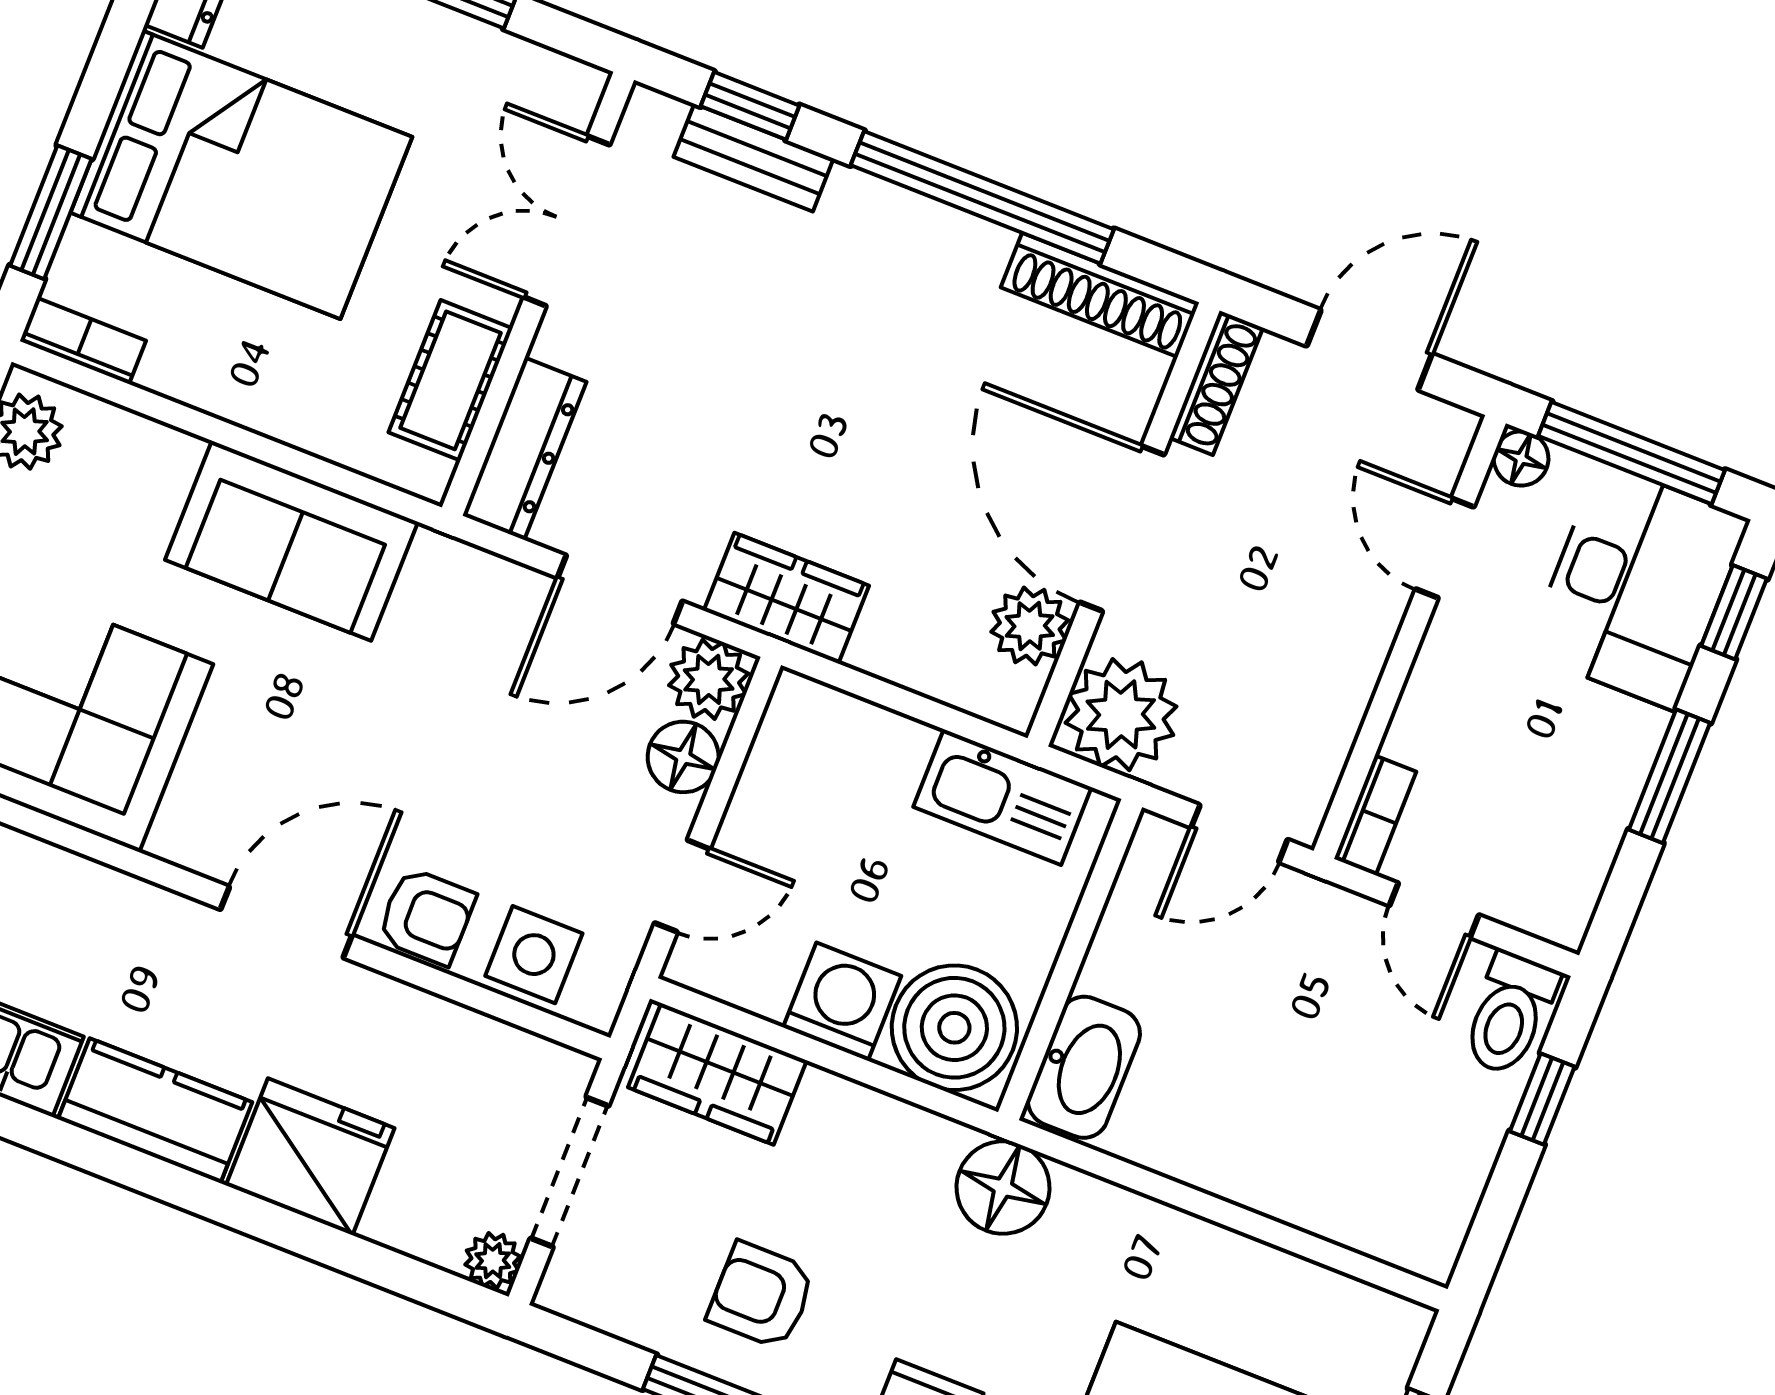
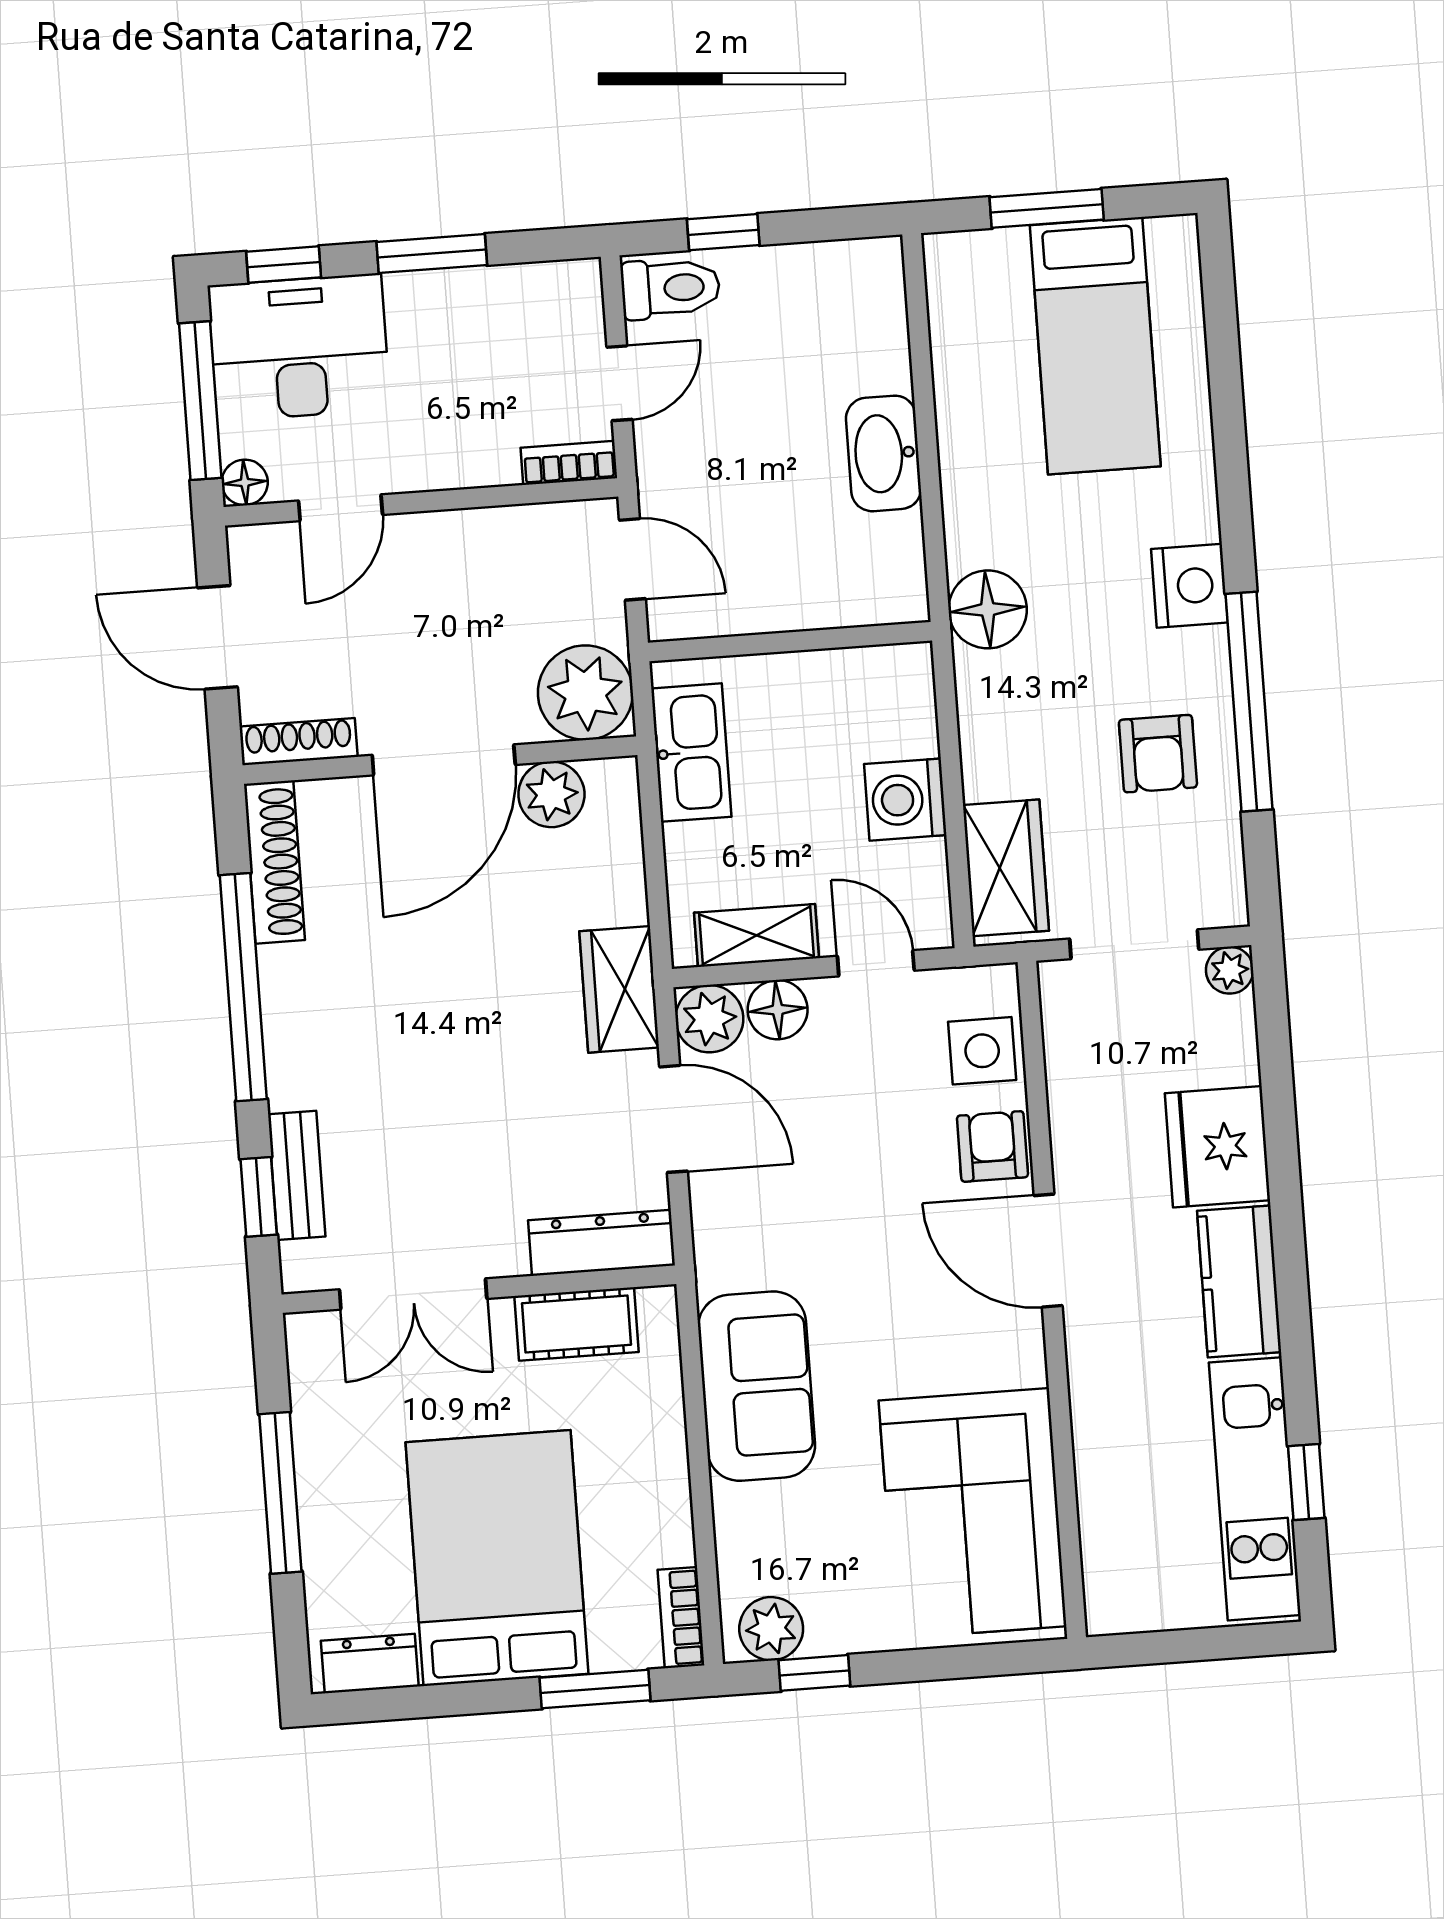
shelving: (773, 773) -> (757, 935), added
boiler: (954, 1028) -> (884, 705), removed
washbasin: (1084, 1067) -> (884, 453), moved, turned -90

